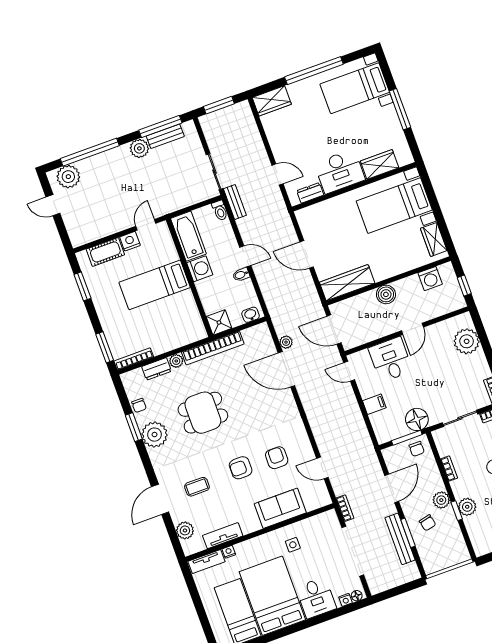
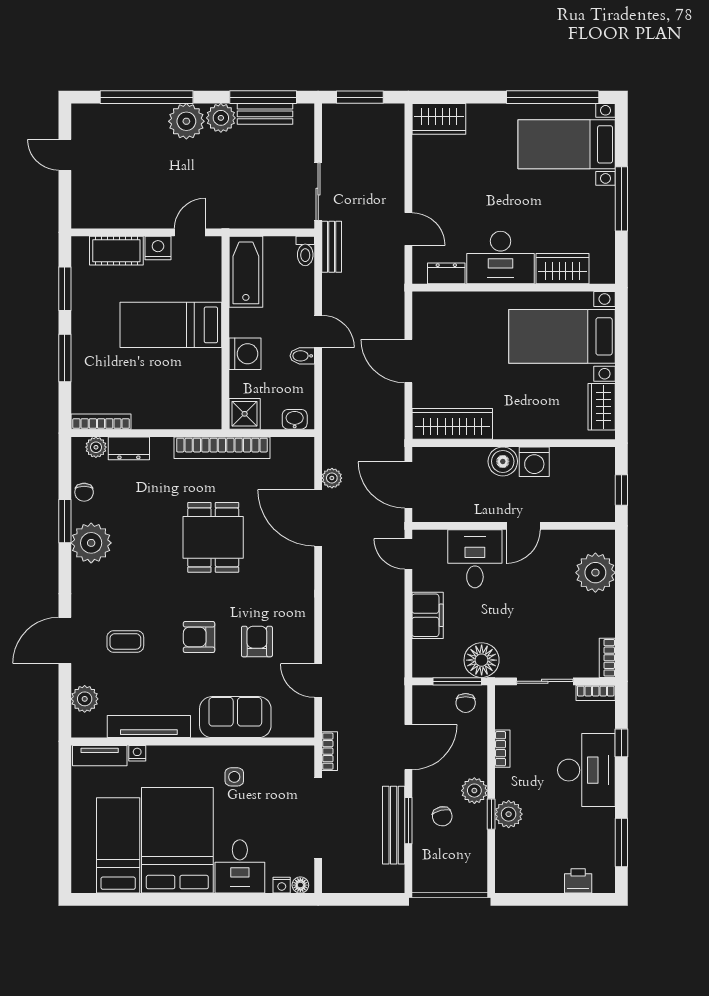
window: (314, 71) -> (553, 97), moved
plant: (68, 177) -> (186, 121), moved
washing machine: (200, 269) -> (245, 354), moved
washing machine: (430, 279) -> (534, 462), moved
window: (105, 347) -> (65, 358), moved
plant: (176, 361) -> (96, 447), moved
filing cabinet: (374, 404) -> (428, 615), width x2.00
dining table: (203, 413) -> (213, 537), moved, turned 90
tv unit: (223, 536) -> (149, 727), width x1.41

